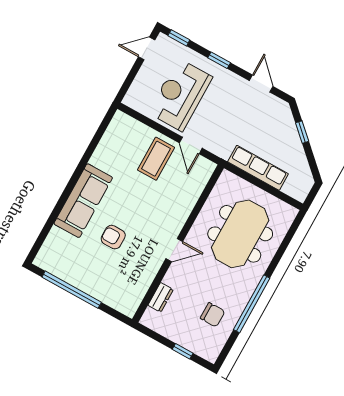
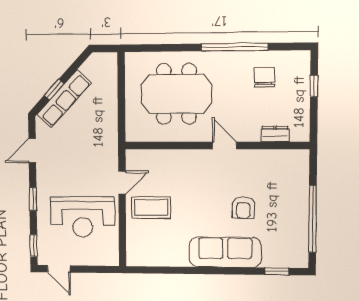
row of seats: (258, 168) -> (64, 99), moved, turned -137
window: (43, 235) -> (277, 271), added

